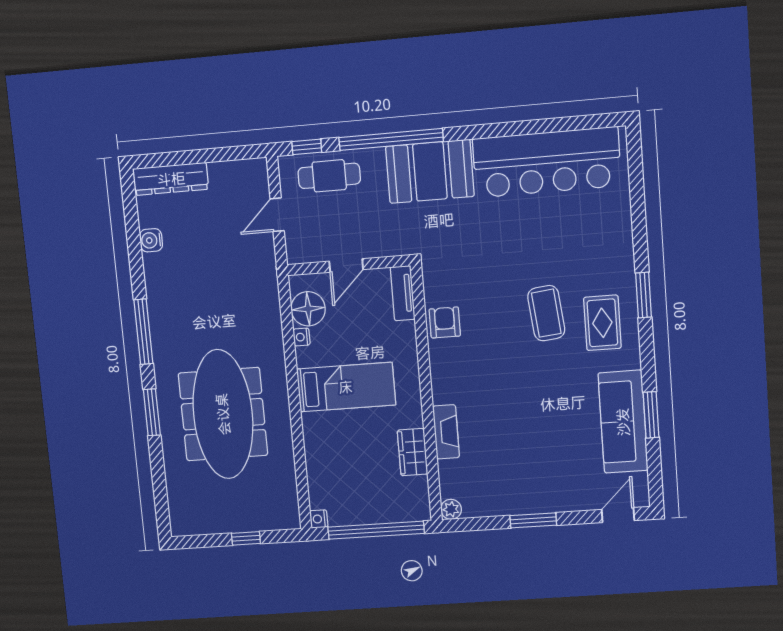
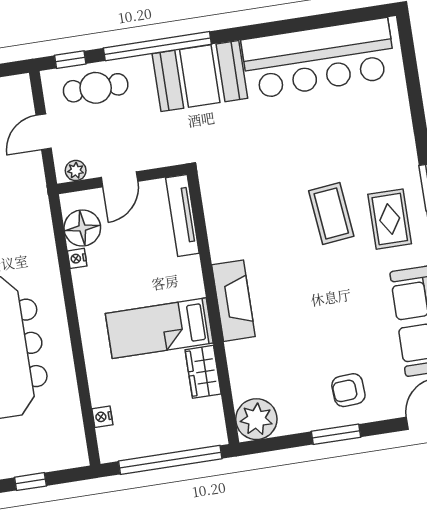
plant: (305, 254) -> (76, 171), added
tv unit: (403, 293) -> (182, 215), width x1.41
armchair: (445, 322) -> (348, 390), moved, turned -93
bed: (346, 387) -> (159, 328), moved, turned 180
fireplace: (446, 432) -> (233, 301), moved, width x1.37, depth x1.32
plant: (451, 509) -> (256, 419), width x1.88, depth x1.88
nightstand: (319, 519) -> (102, 417), moved

